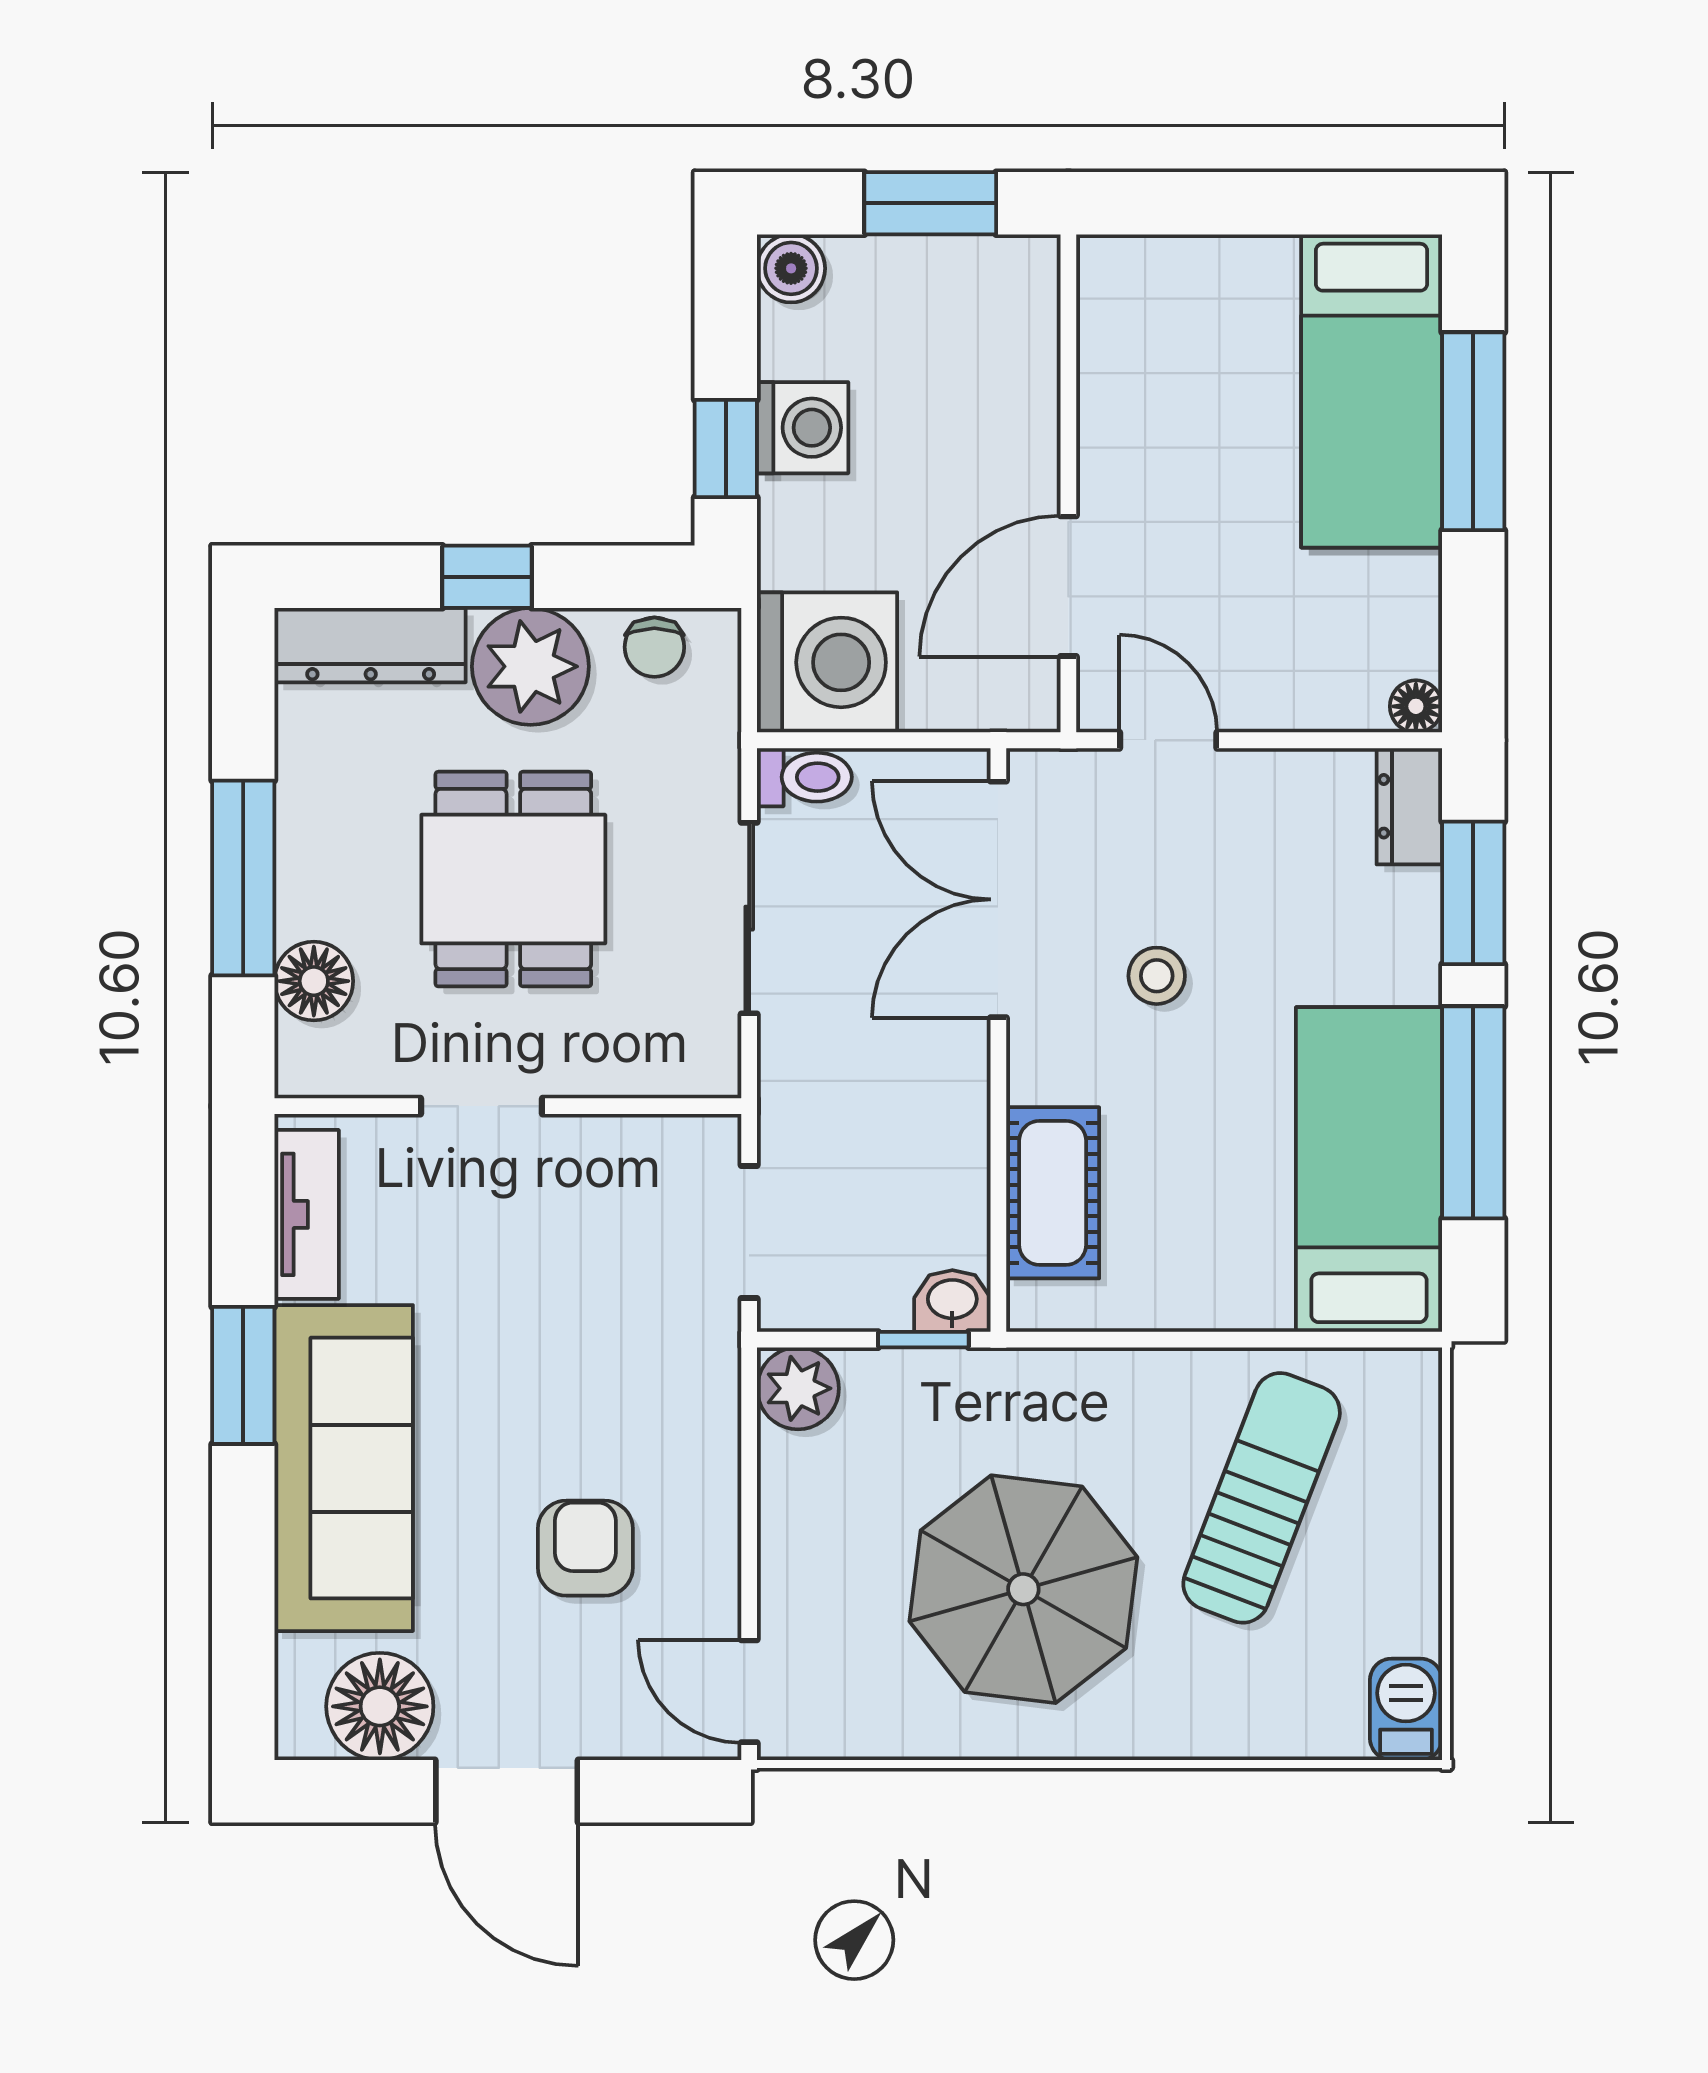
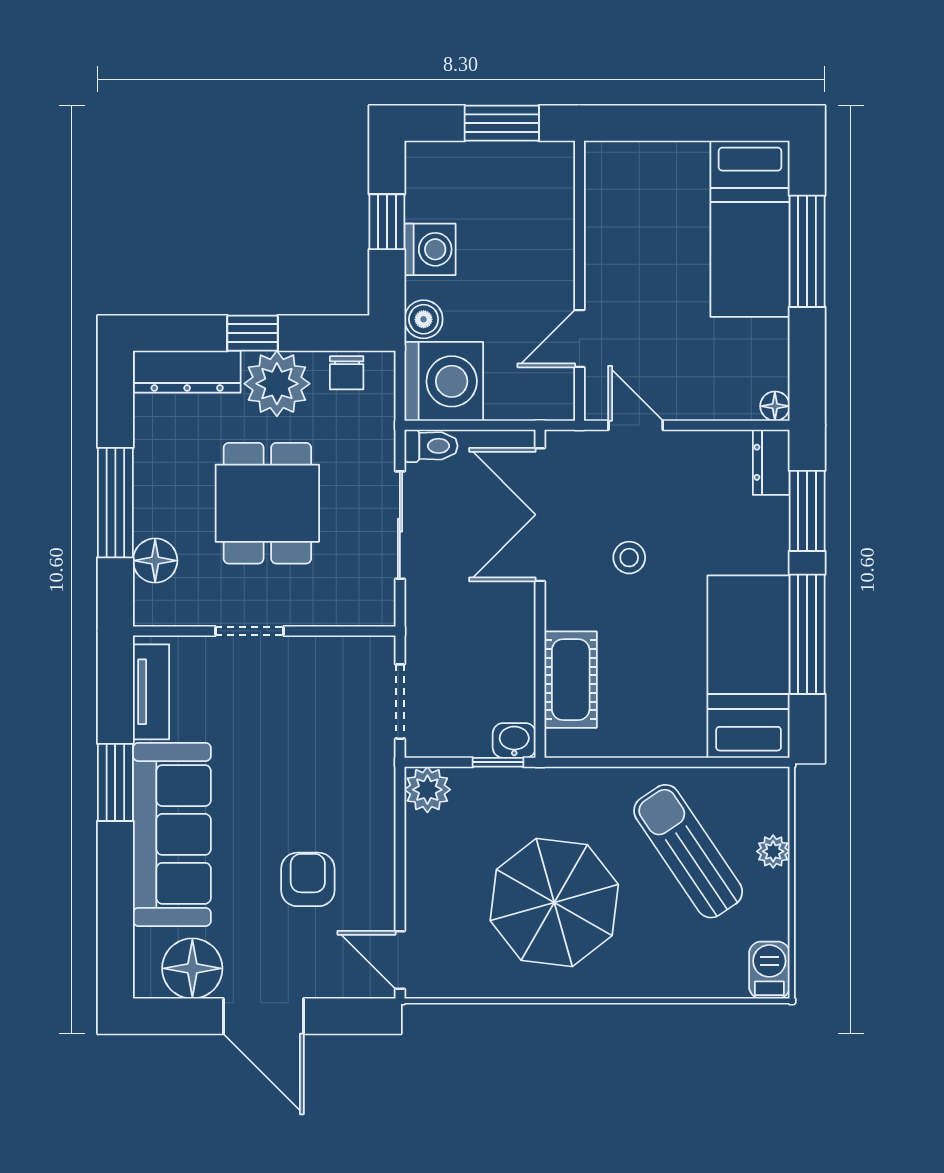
boiler: (791, 268) -> (424, 319), moved
window: (726, 449) -> (387, 222), moved
door: (1068, 586) -> (579, 338), width x0.73
sun lounger: (1262, 1498) -> (688, 851), turned -55
plant: (1413, 1498) -> (773, 851), added

